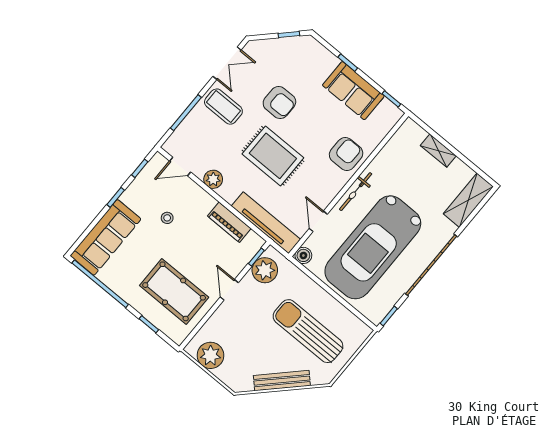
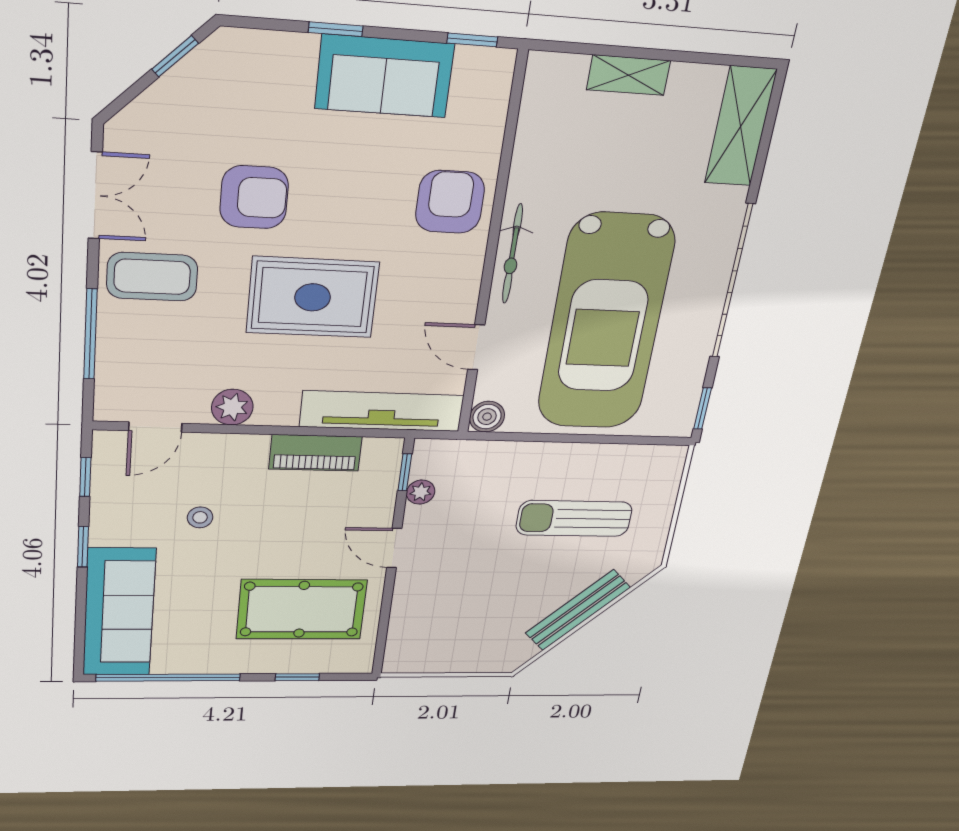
plant: (265, 270) -> (421, 492), width x0.53, depth x0.53
sun lounger: (308, 331) -> (574, 518), width x0.73, depth x0.75
plant: (210, 355) -> (433, 652), removed

